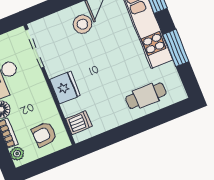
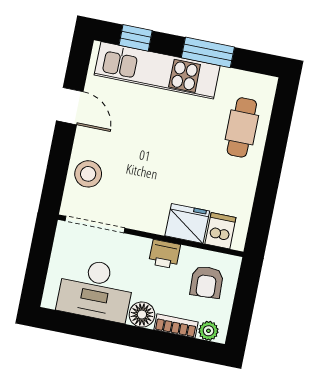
stool: (82, 24) -> (88, 174), moved
fridge: (65, 88) -> (187, 223), moved
printer: (44, 100) -> (165, 254), added

